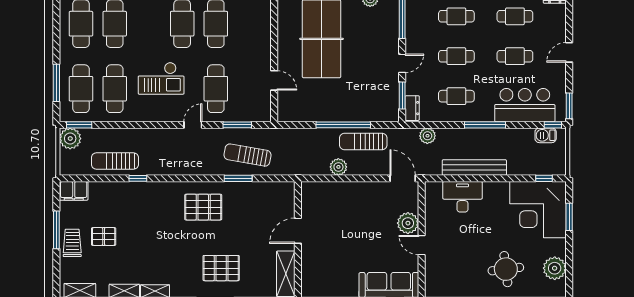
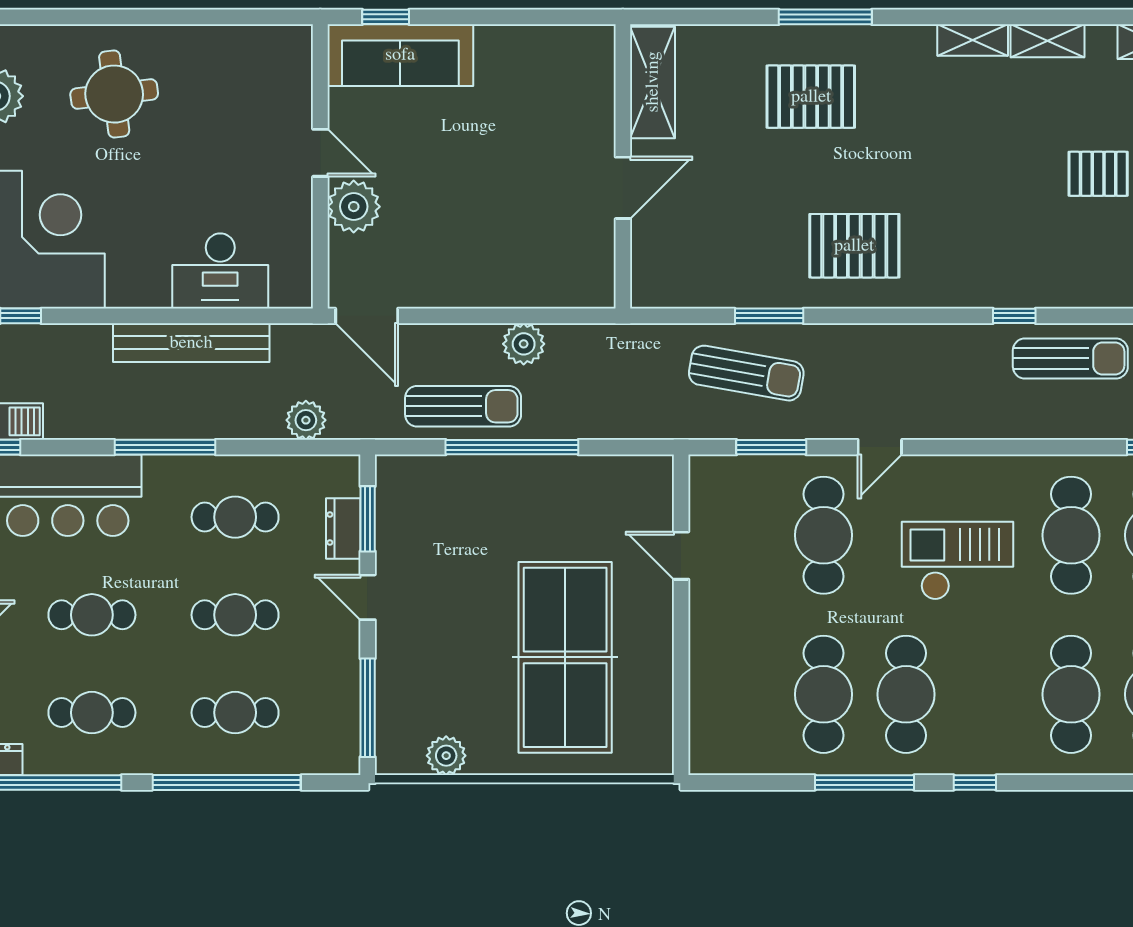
door: (402, 63) -> (368, 597), hinge flipped
dresser: (412, 108) -> (343, 529), moved

